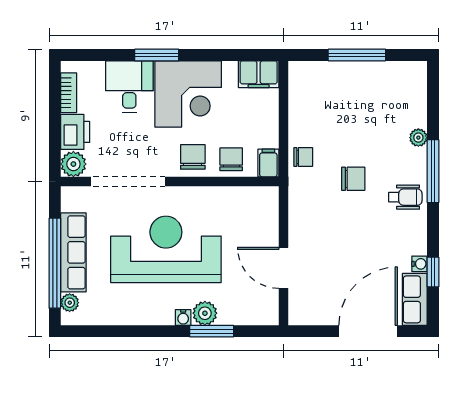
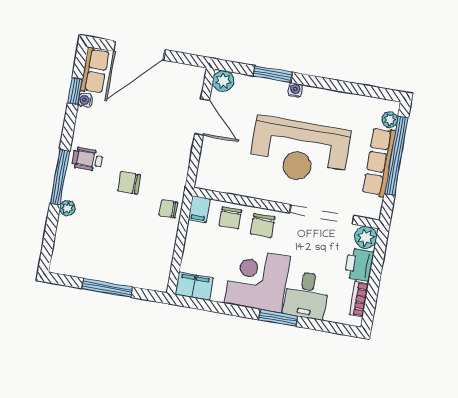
plant: (205, 313) -> (223, 81), moved

